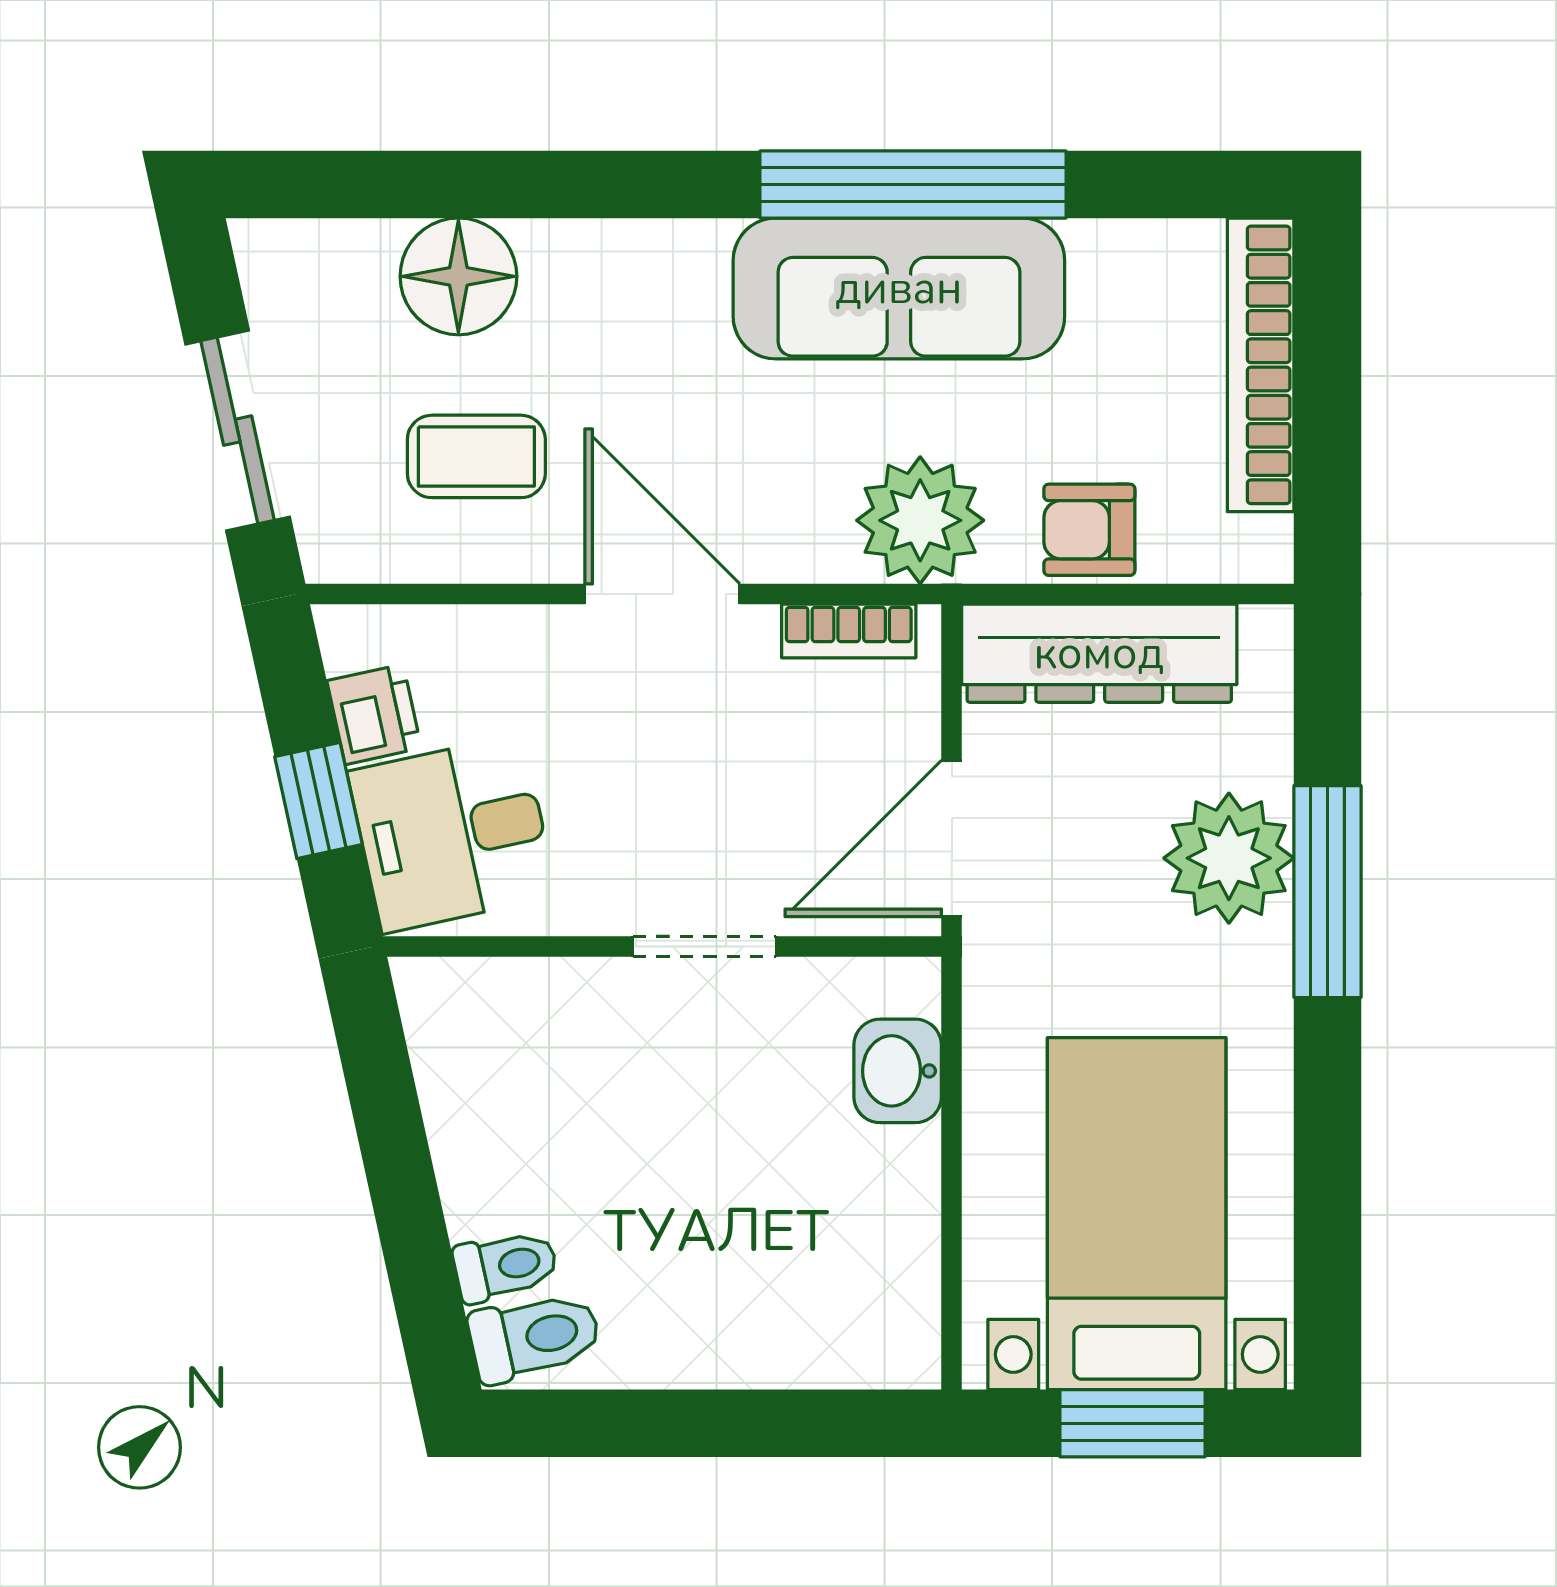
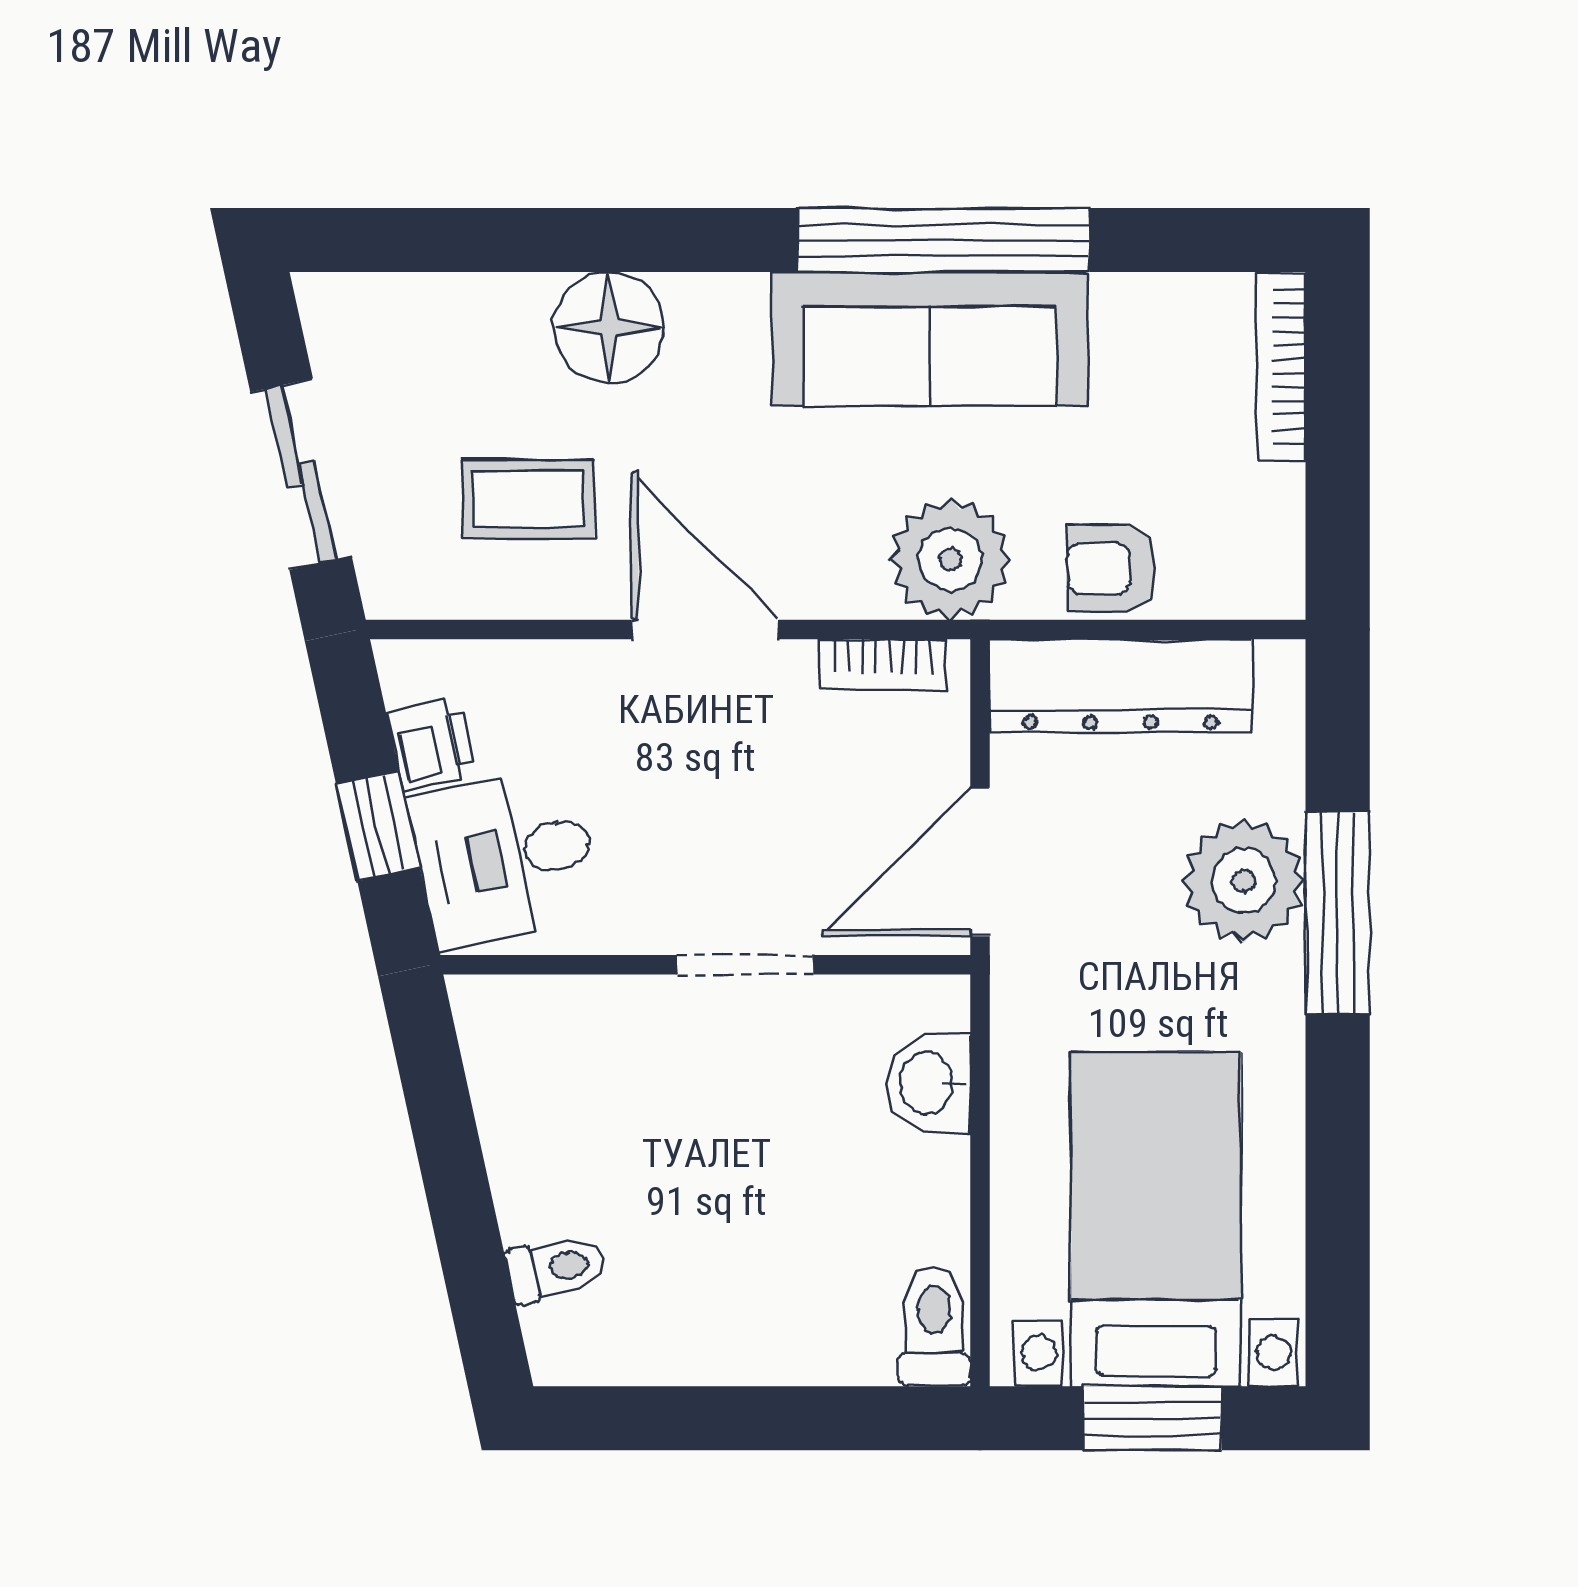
floor lamp: (458, 276) -> (609, 327), moved
bookcase: (1261, 365) -> (1282, 366), width x0.68, depth x0.76
toilet: (535, 1337) -> (934, 1326), moved, turned -78

